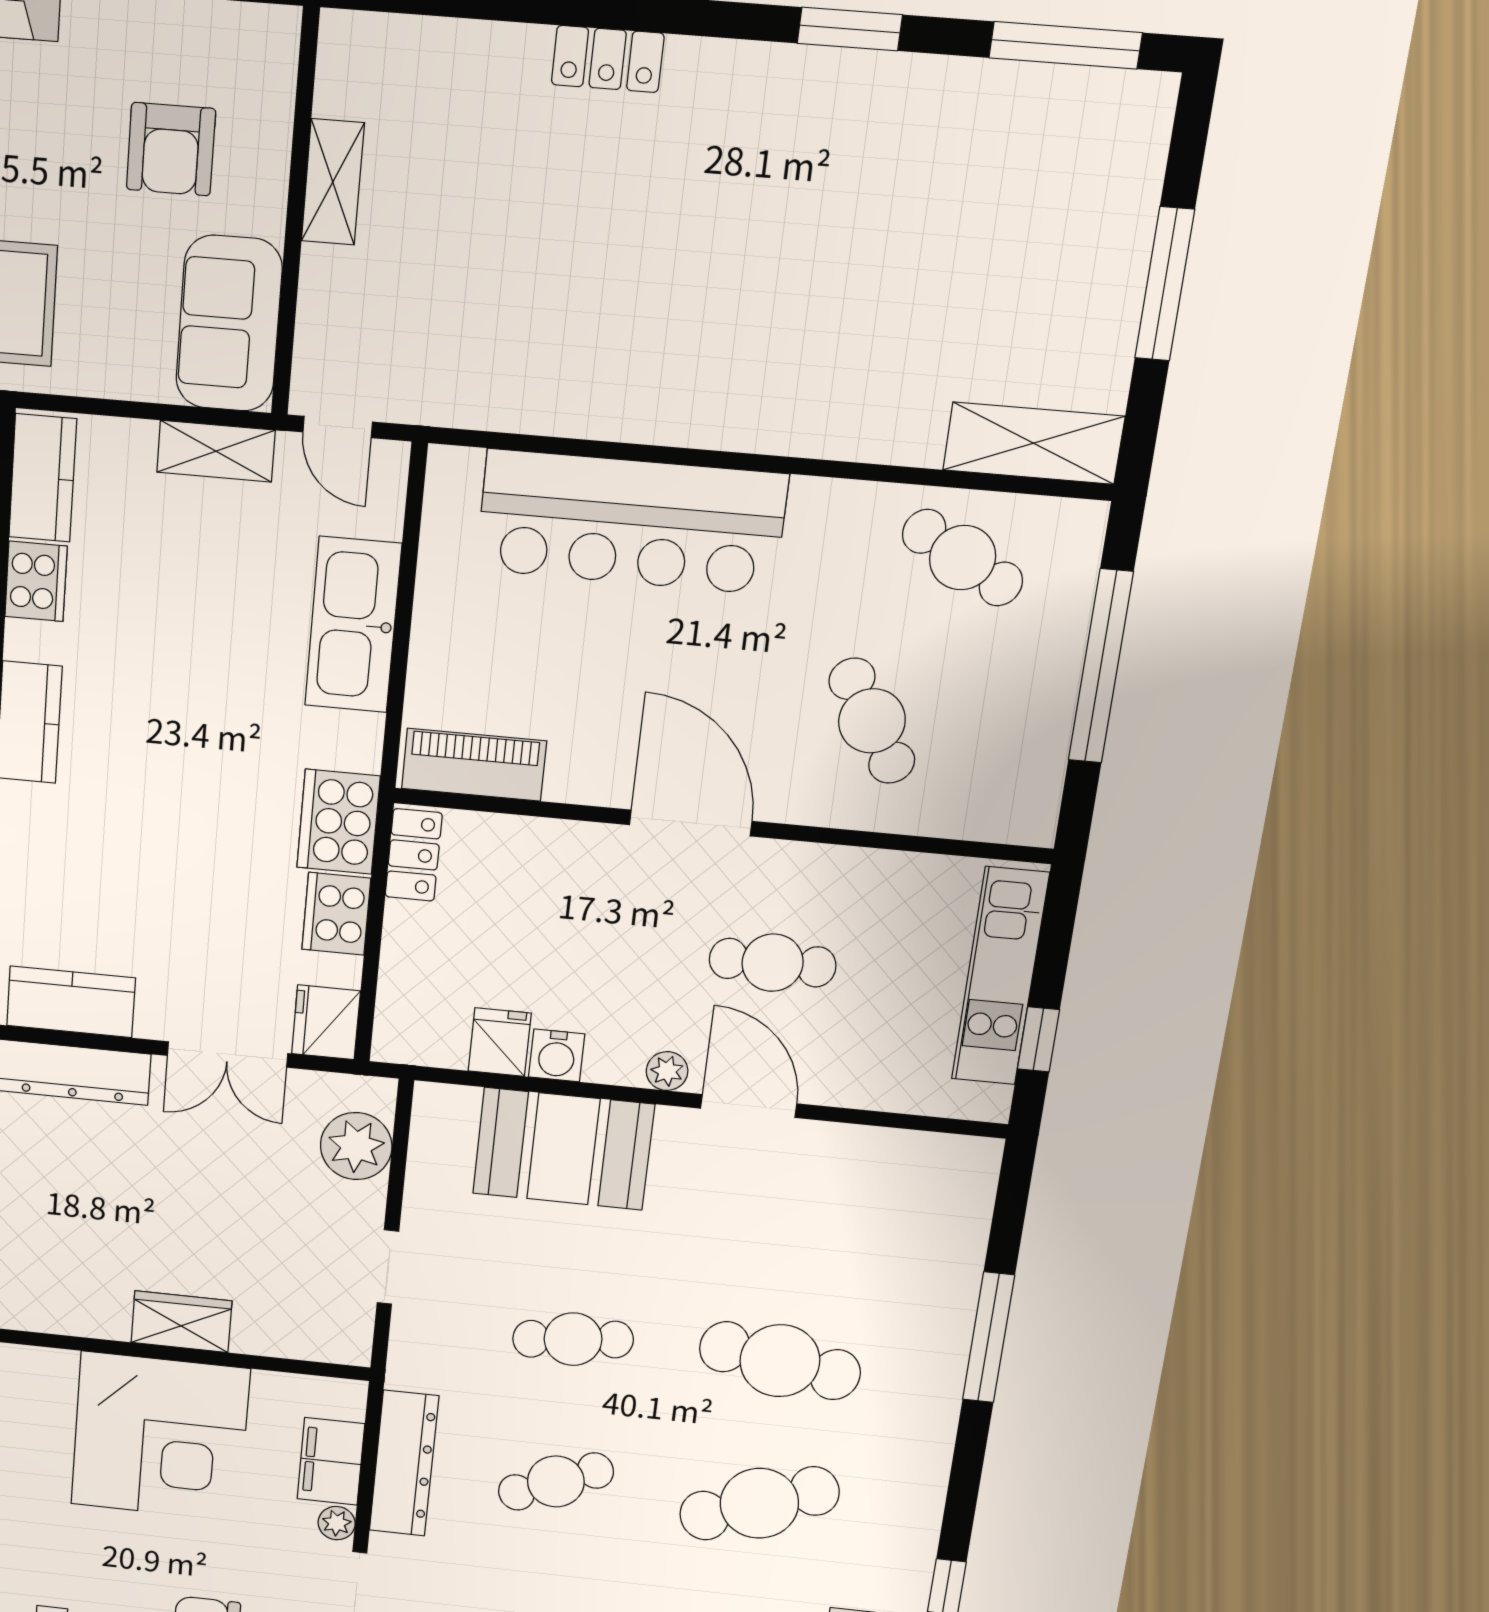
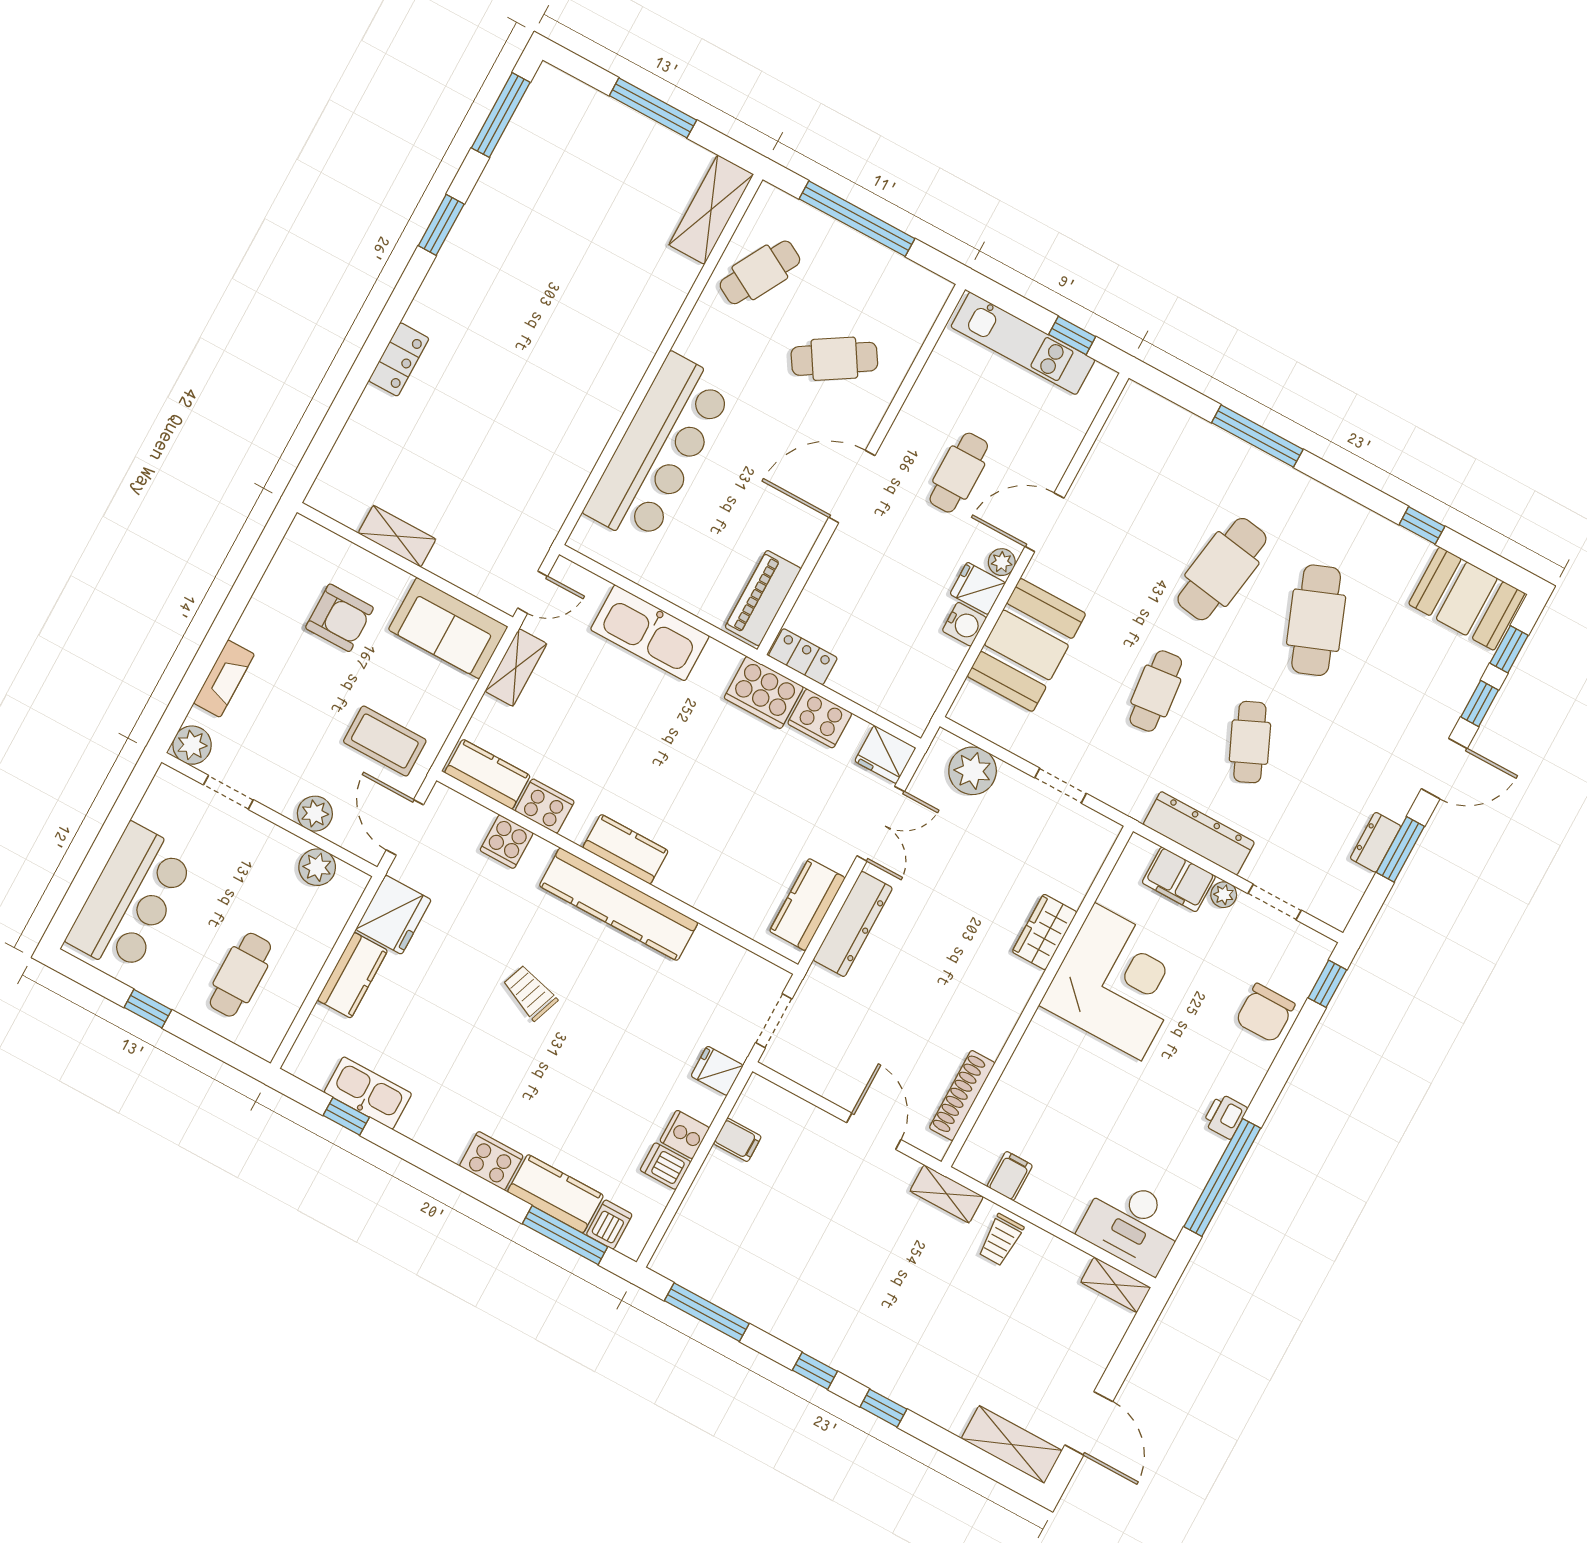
fridge: (500, 1042) -> (978, 588), moved

